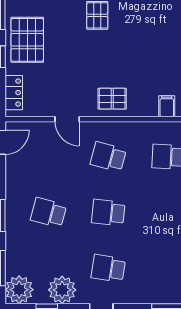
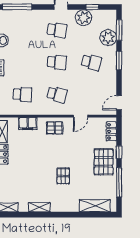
filing cabinet: (167, 106) -> (28, 124), width x2.00
door: (67, 119) -> (81, 116), swing flipped
plant: (19, 290) -> (108, 38), moved

